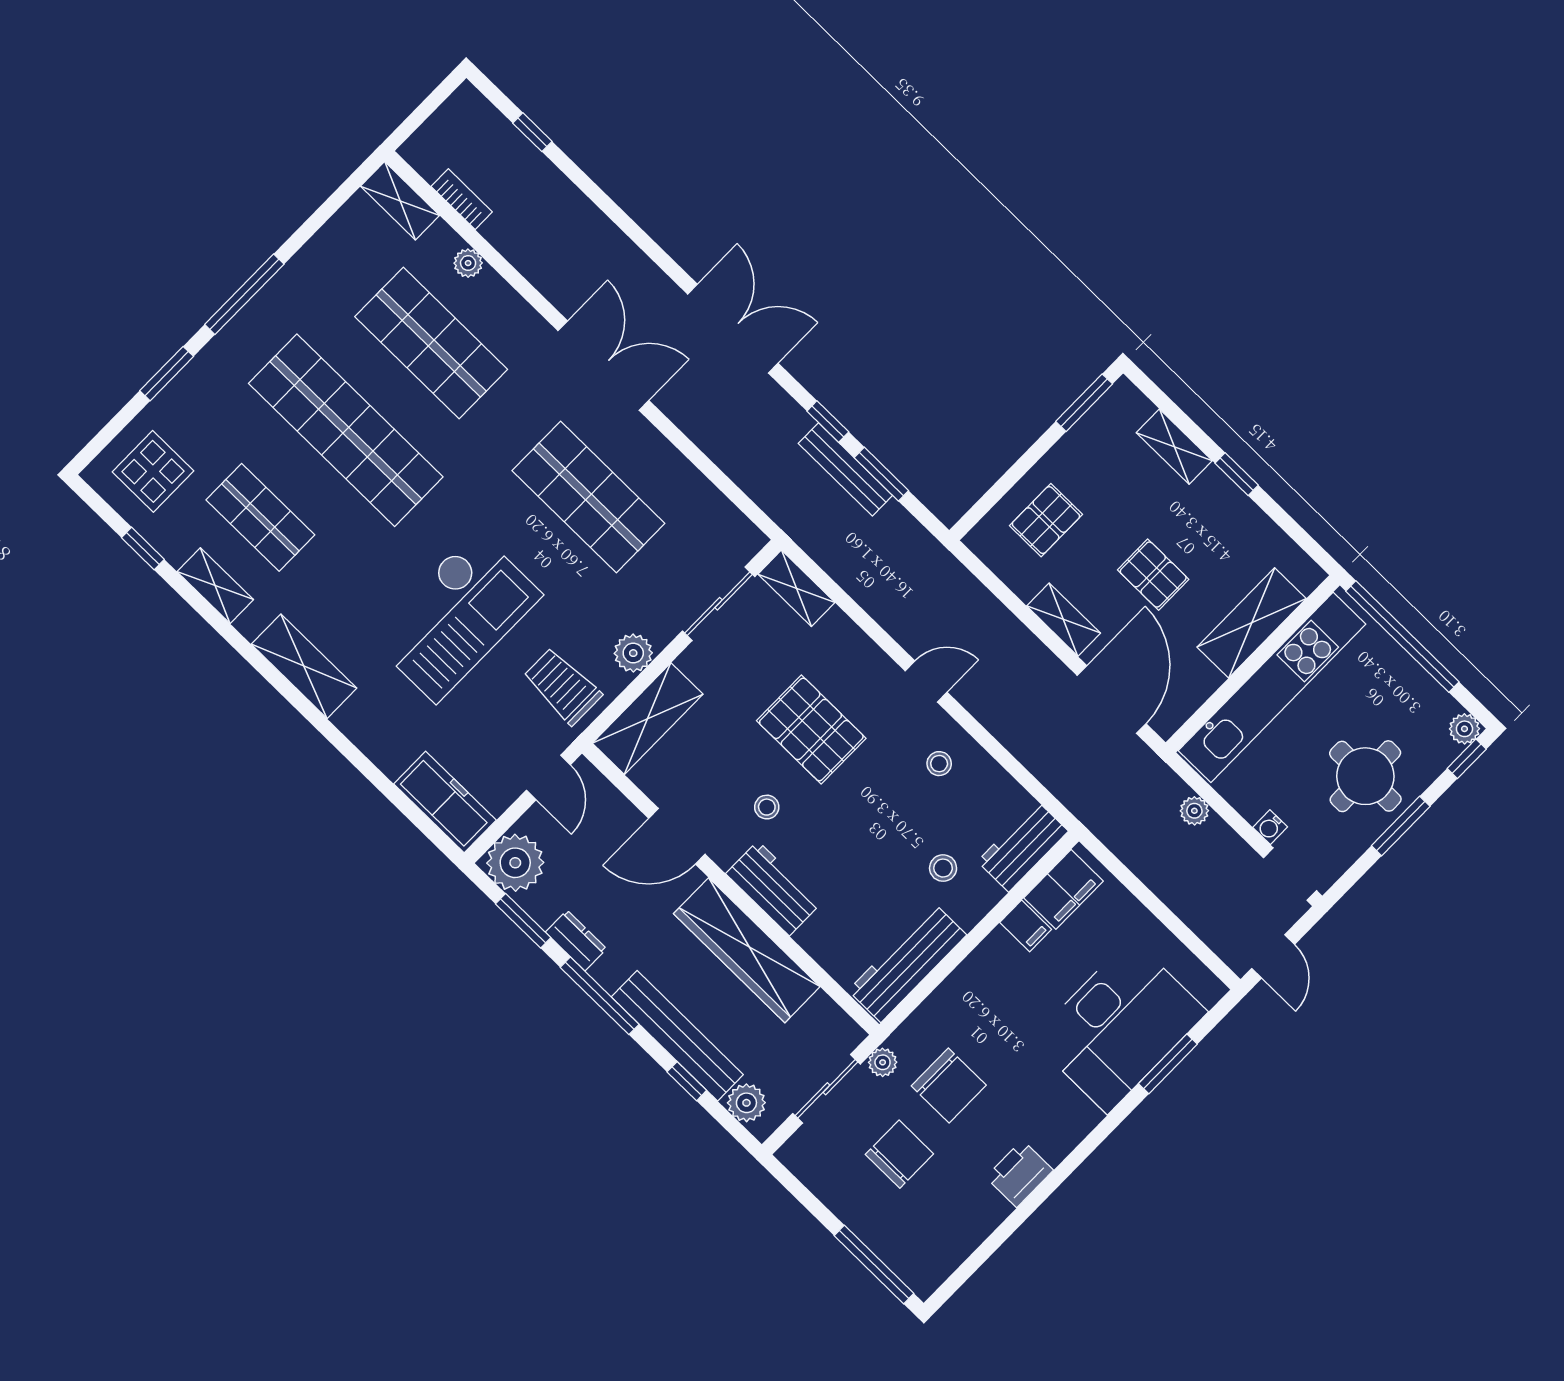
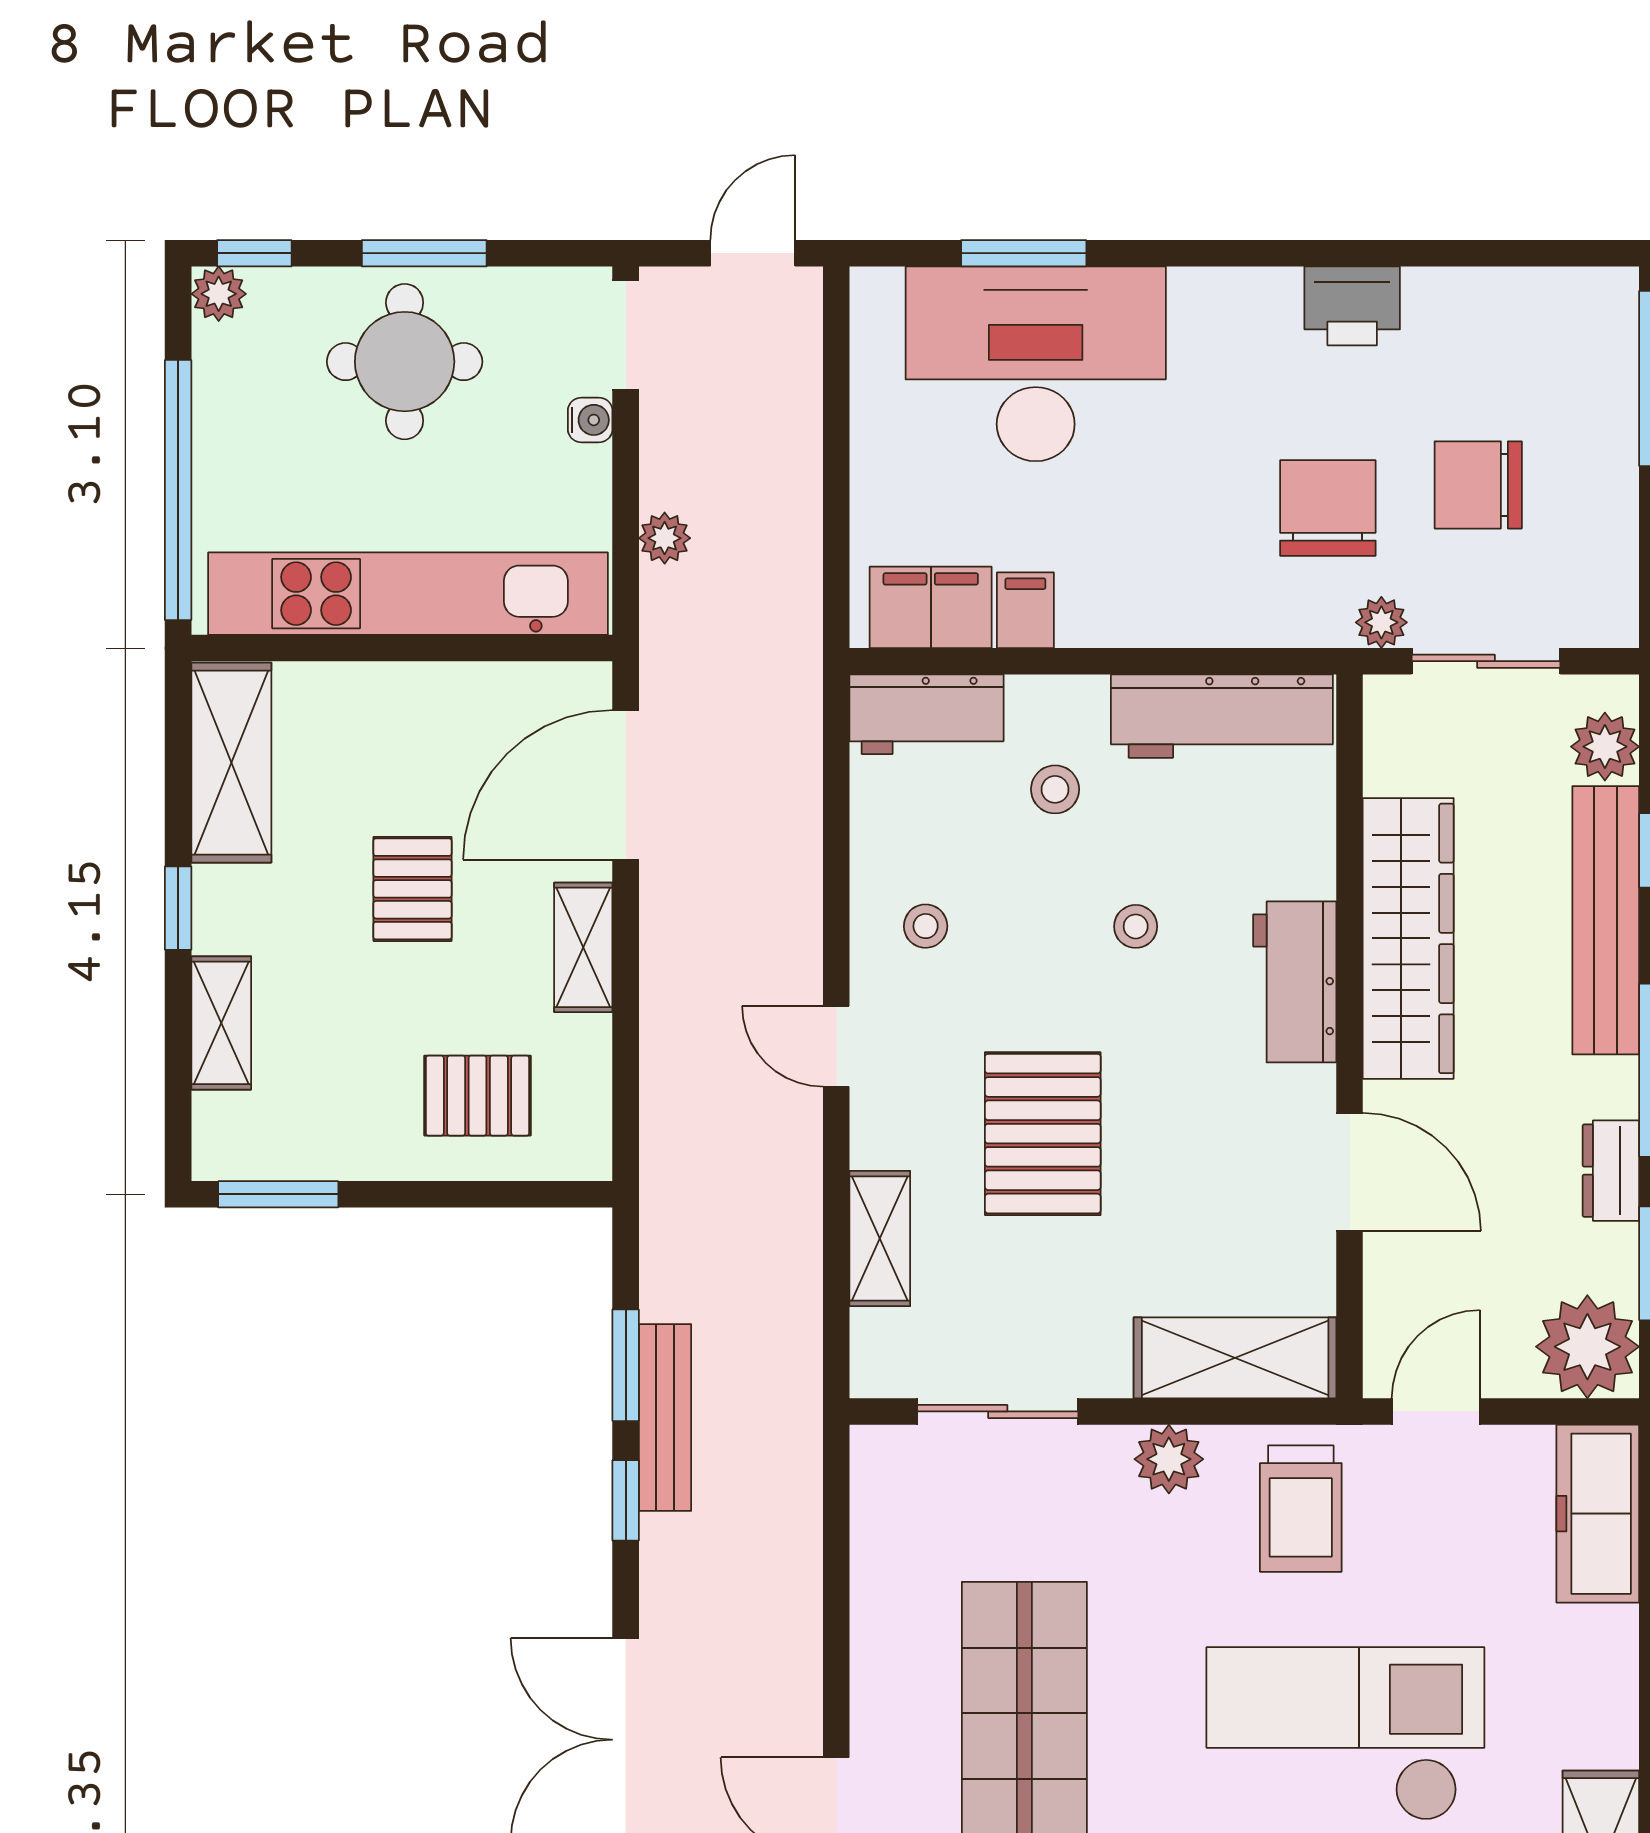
shelving: (796, 588) -> (880, 1239), moved
shelving: (1252, 623) -> (231, 763), moved, turned 90
stool: (767, 807) -> (1136, 926), moved

